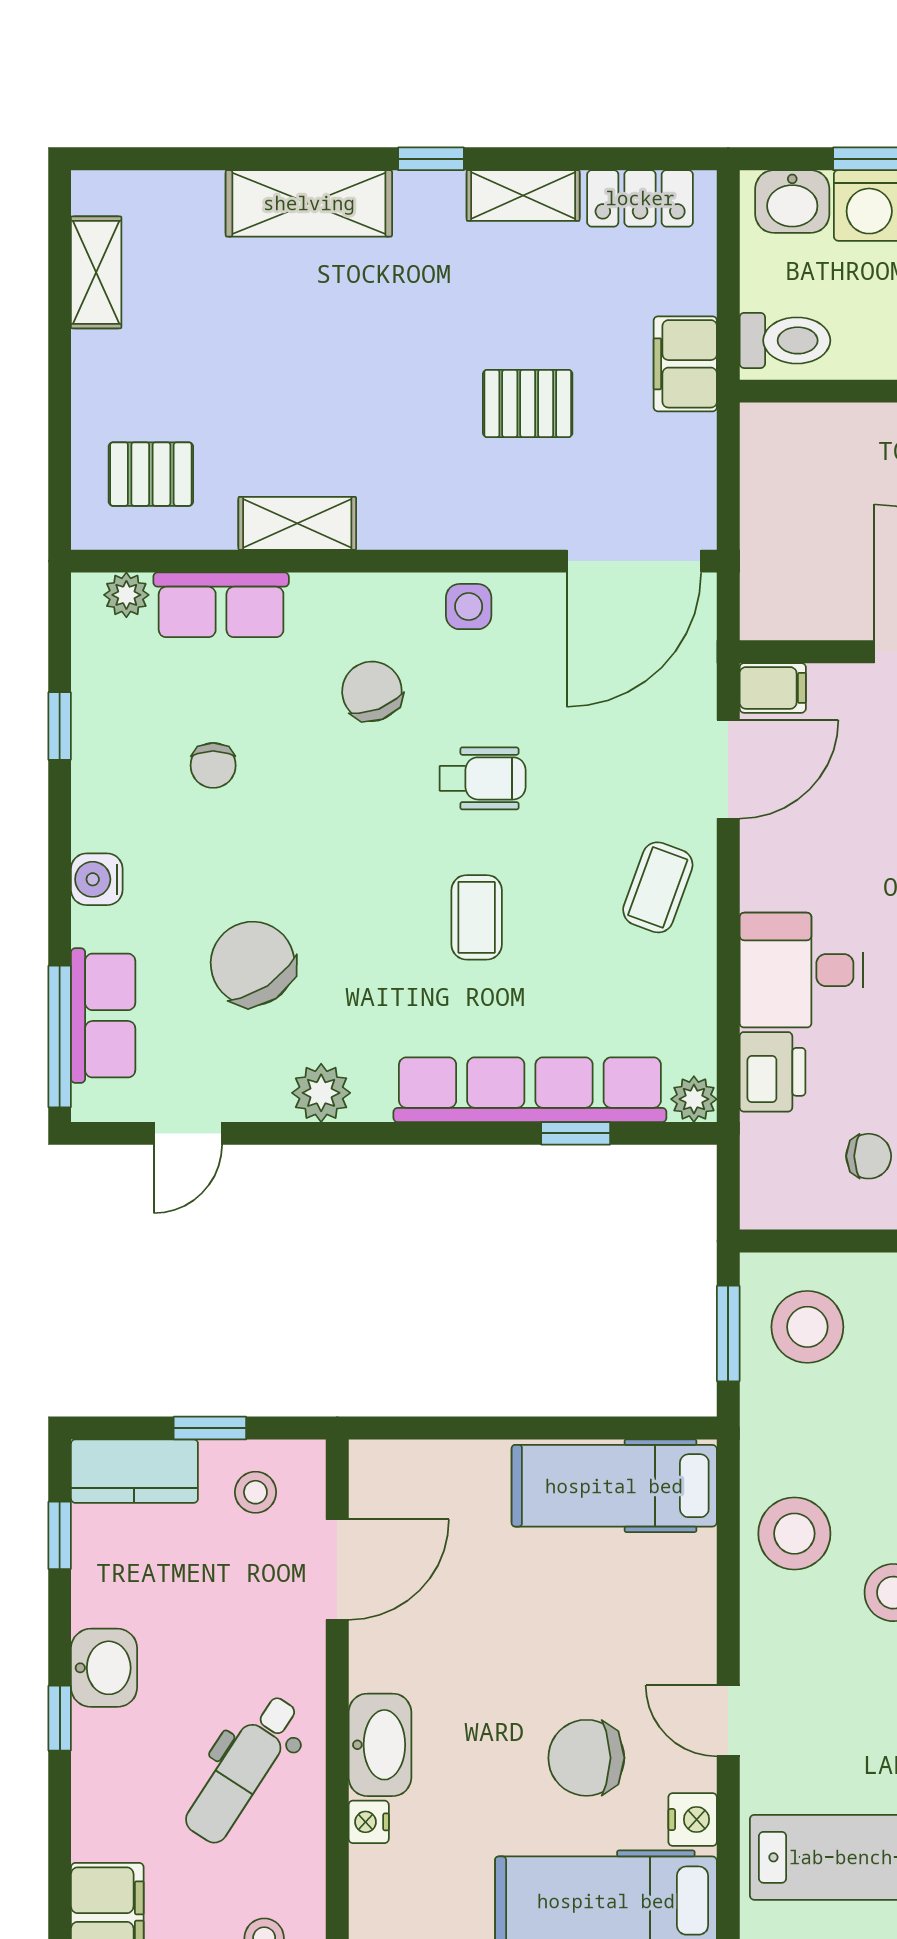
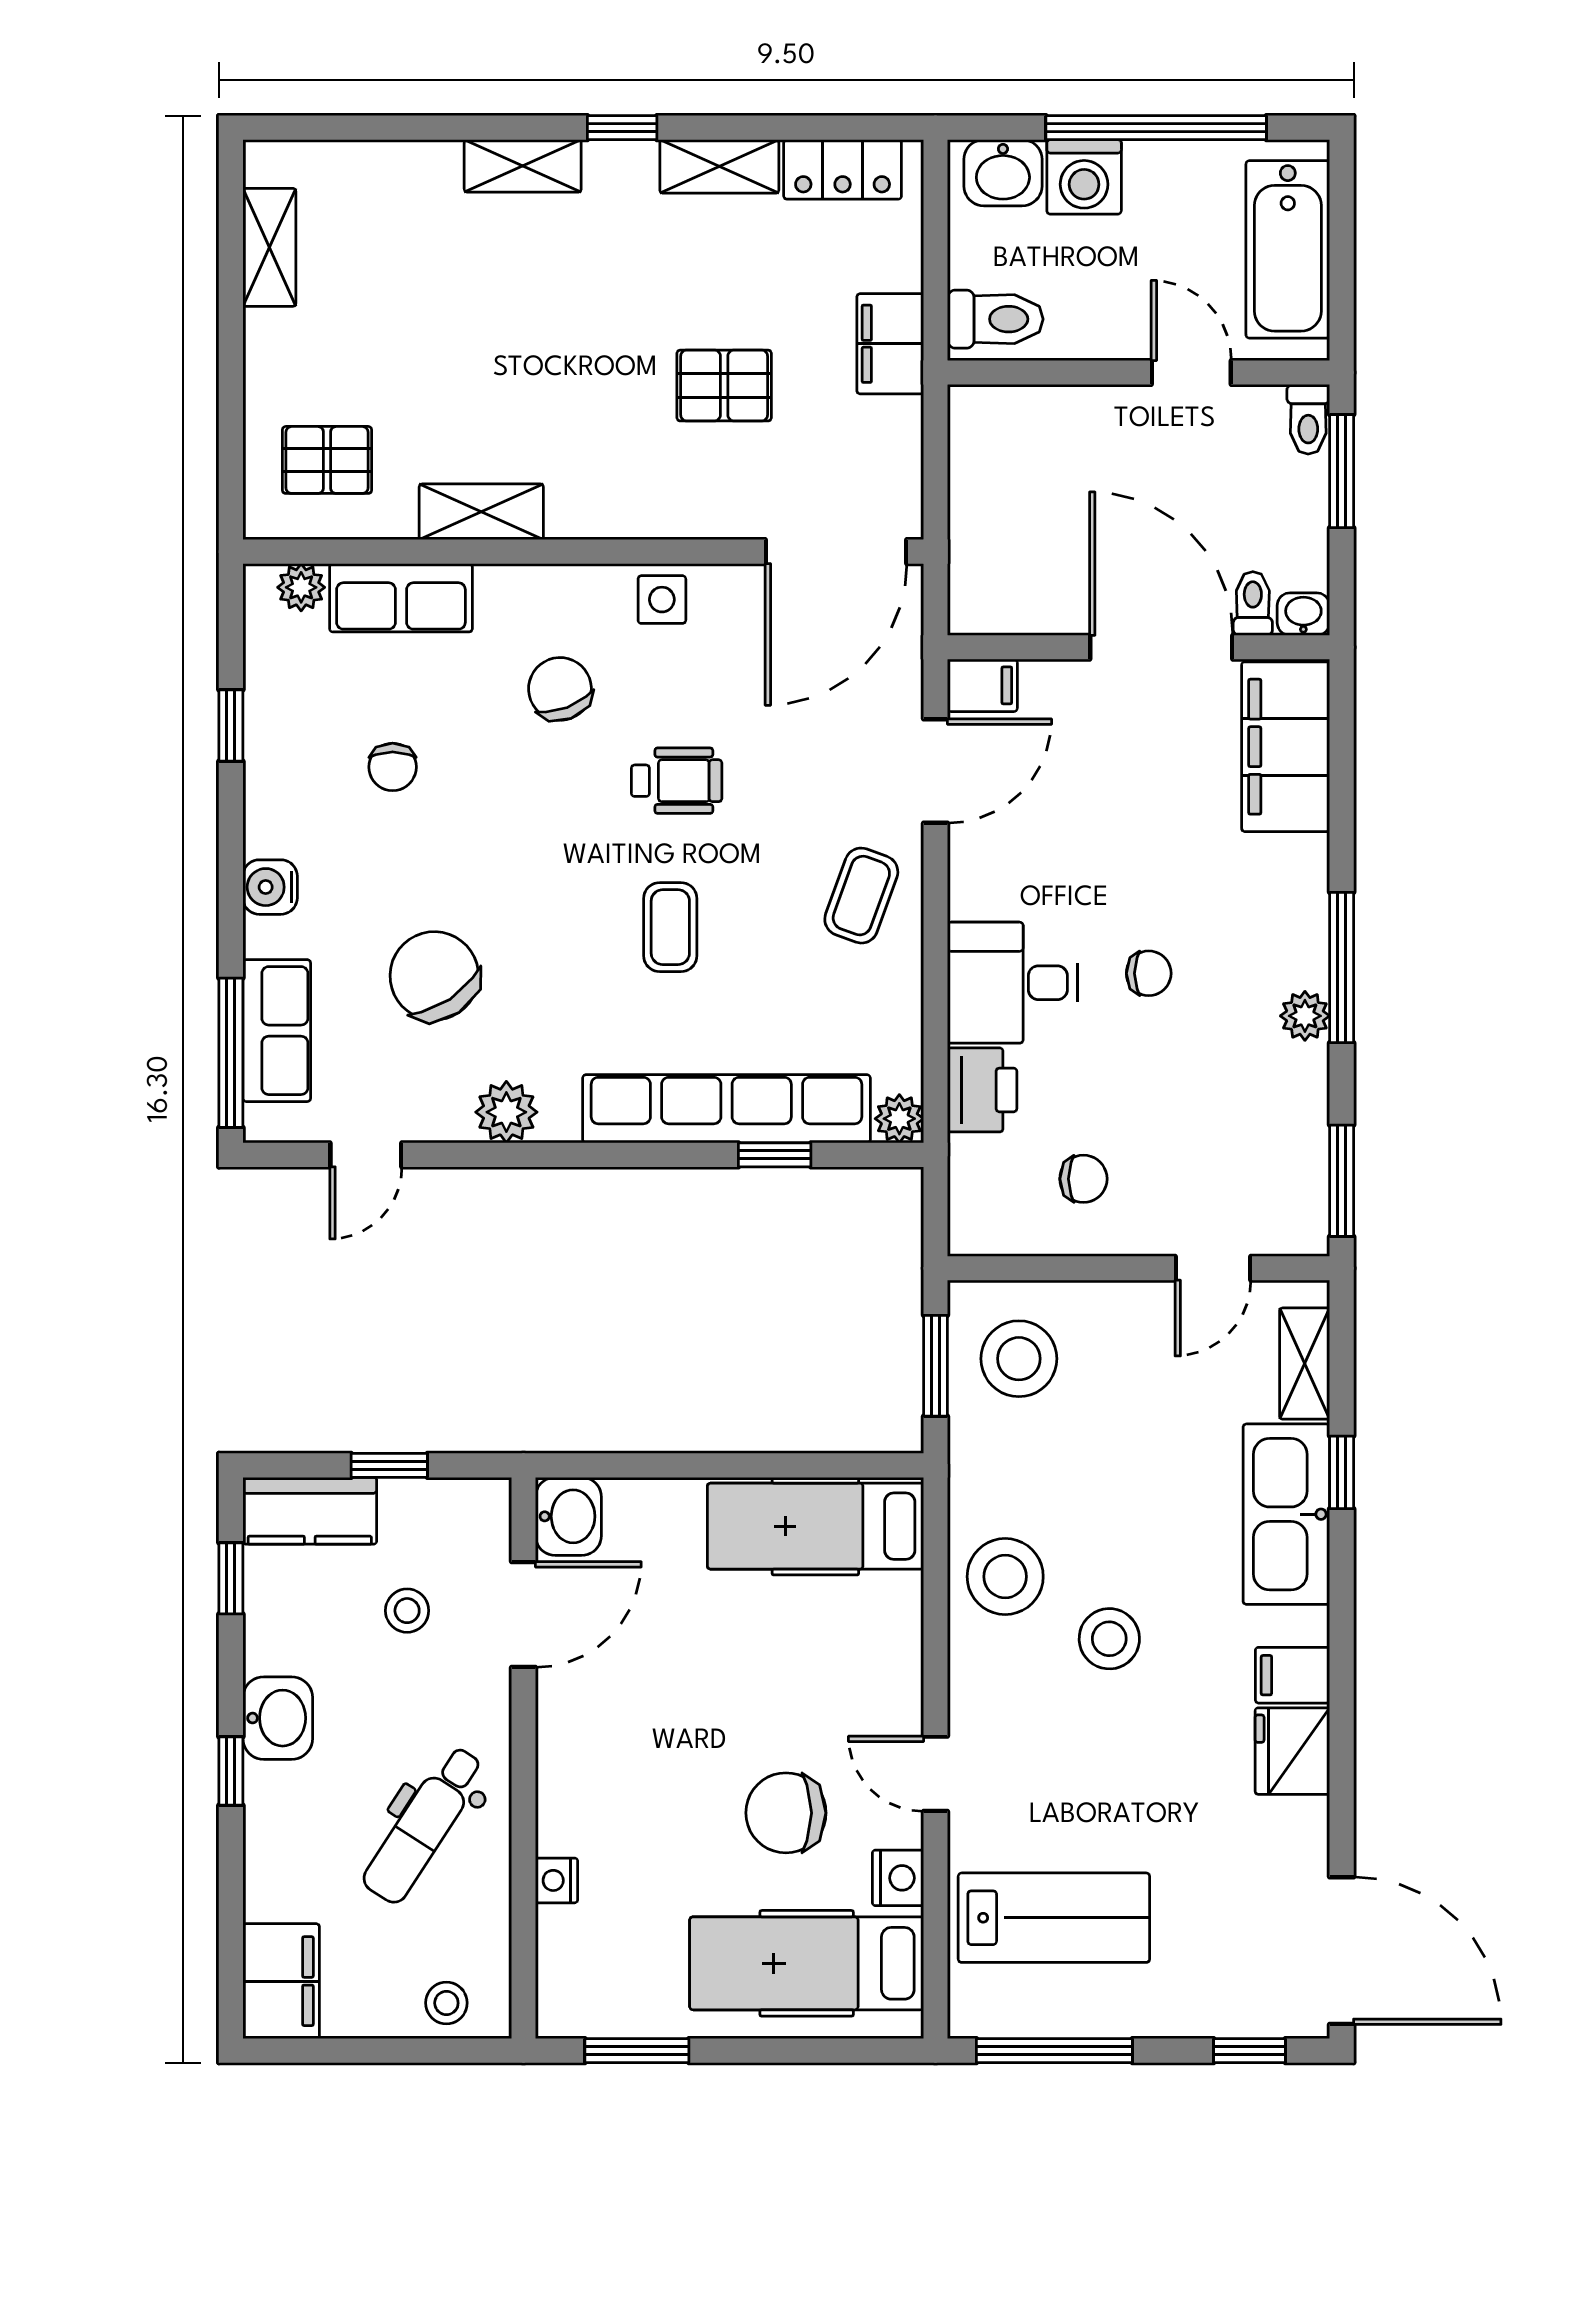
shelving: (309, 203) -> (523, 166), width x0.67, depth x0.75
stool: (255, 1492) -> (407, 1611), moved
washbasin: (380, 1745) -> (568, 1516), moved, width x0.72

